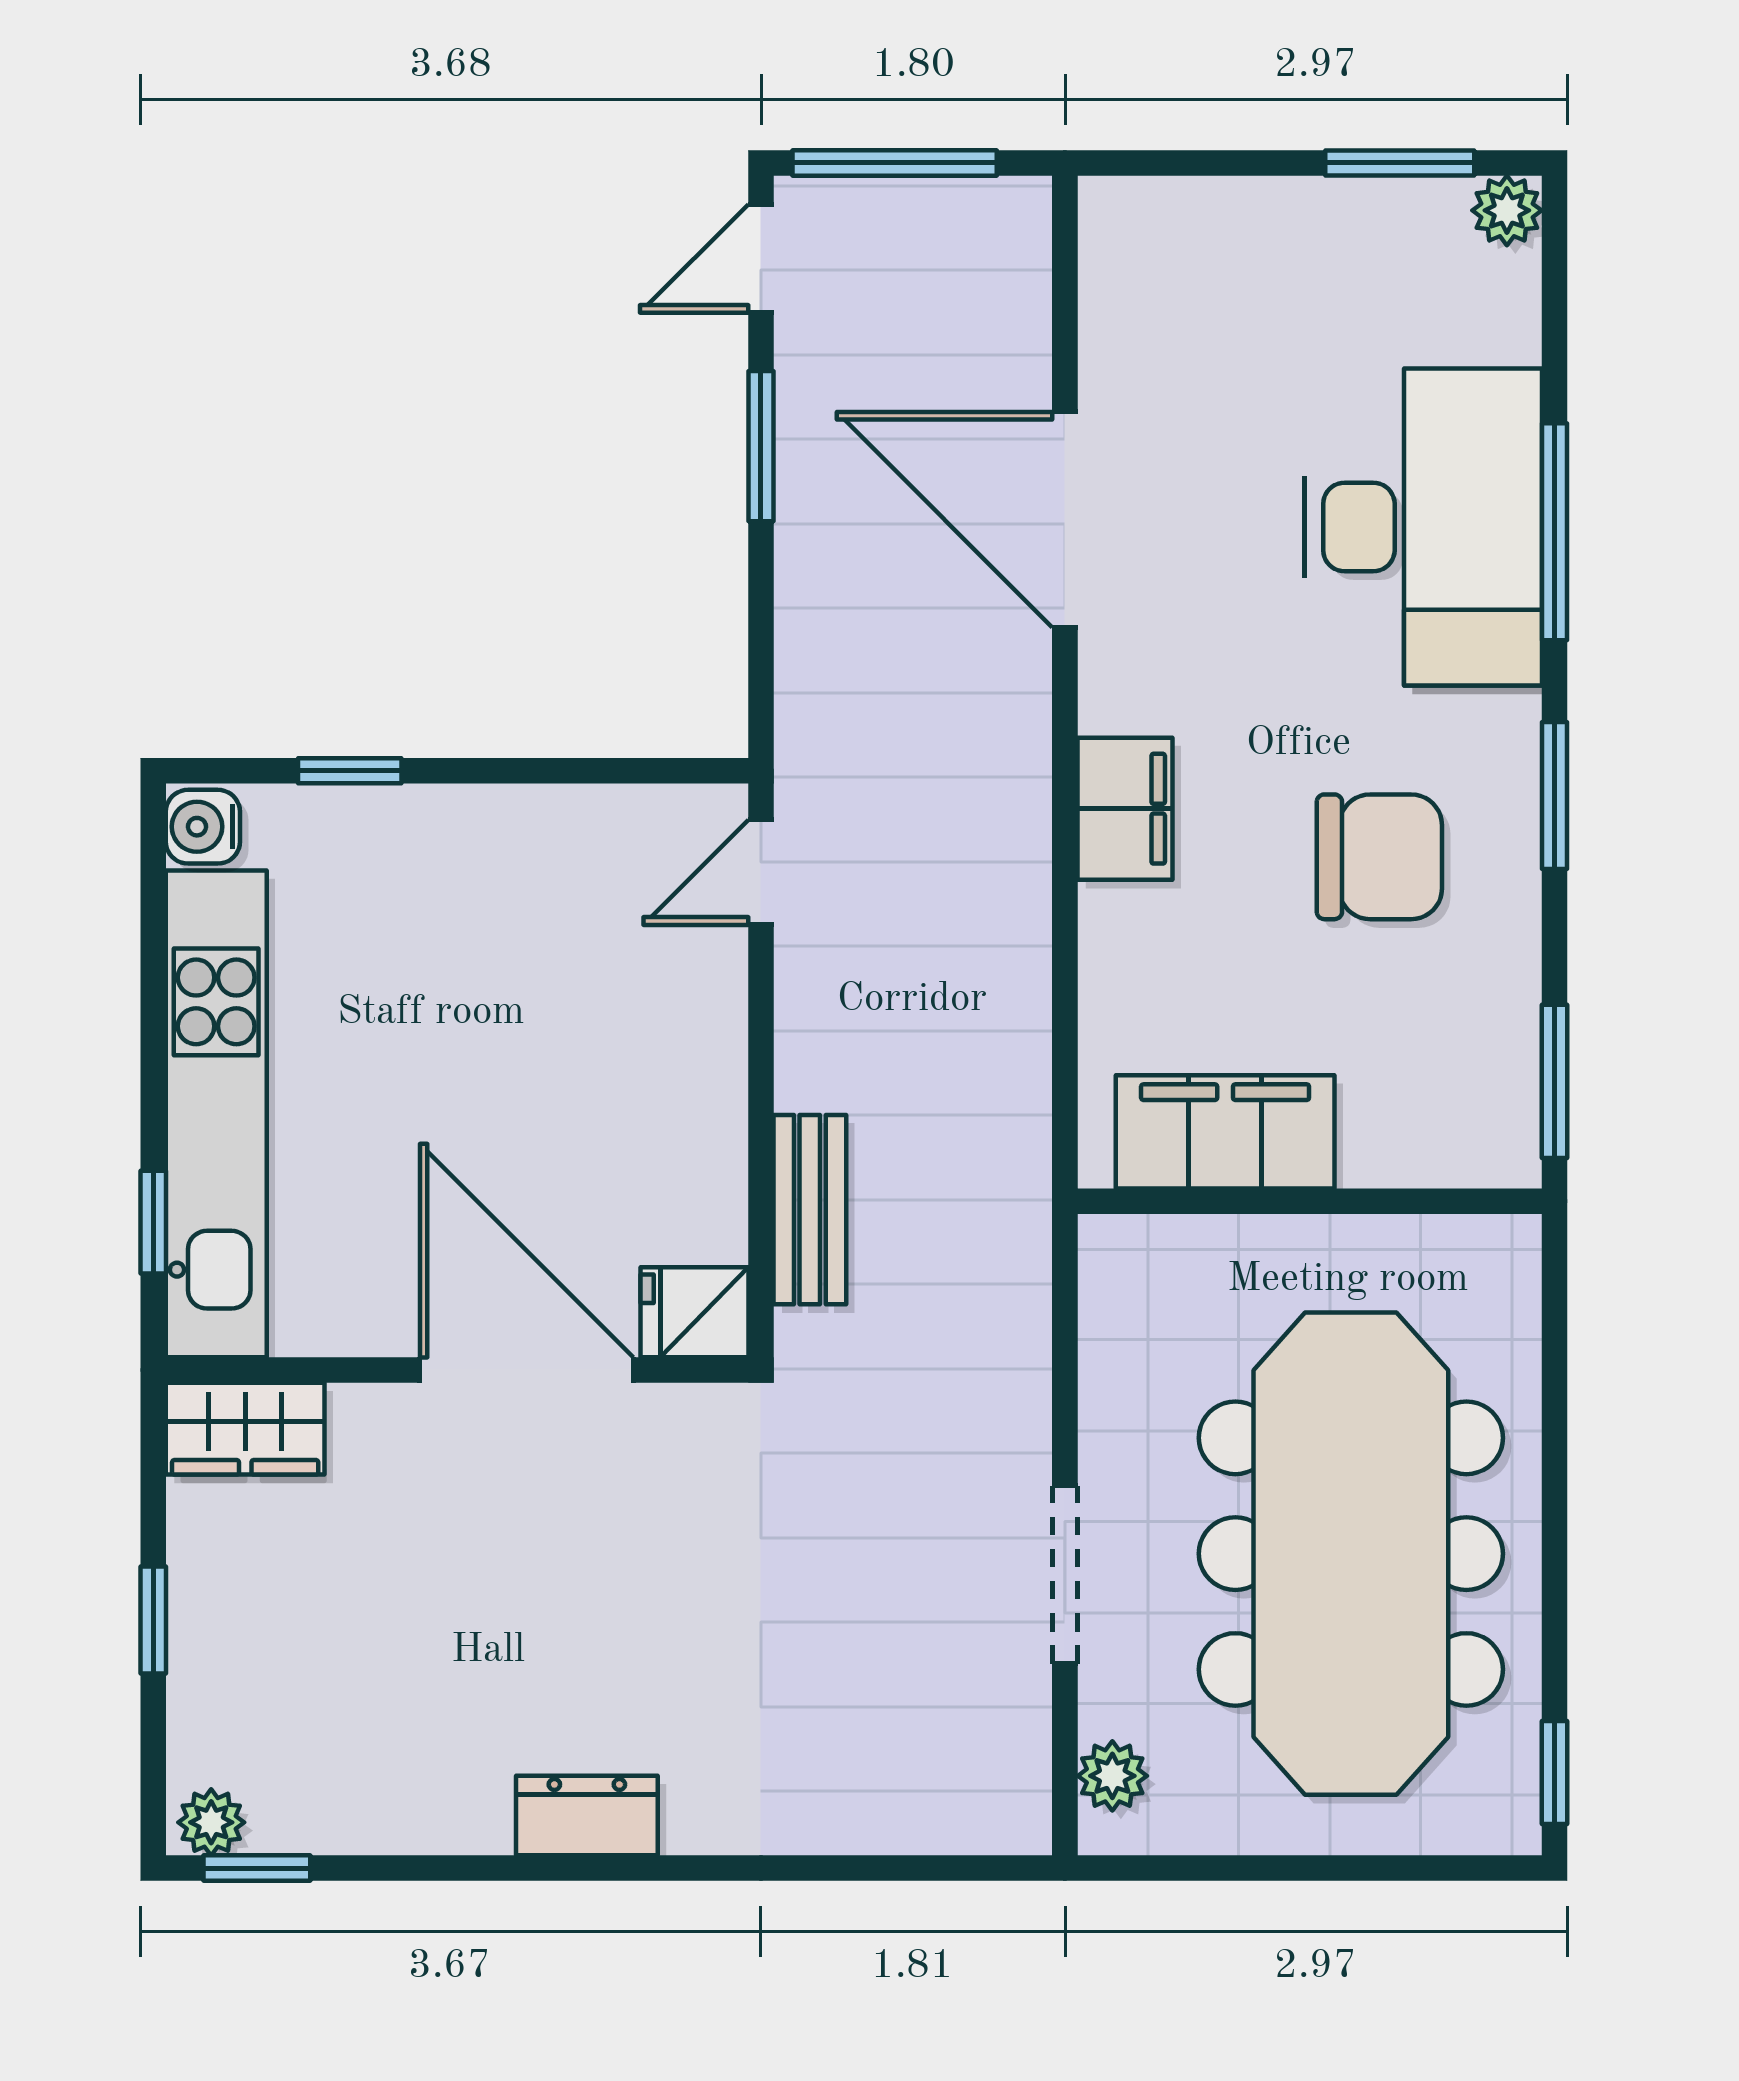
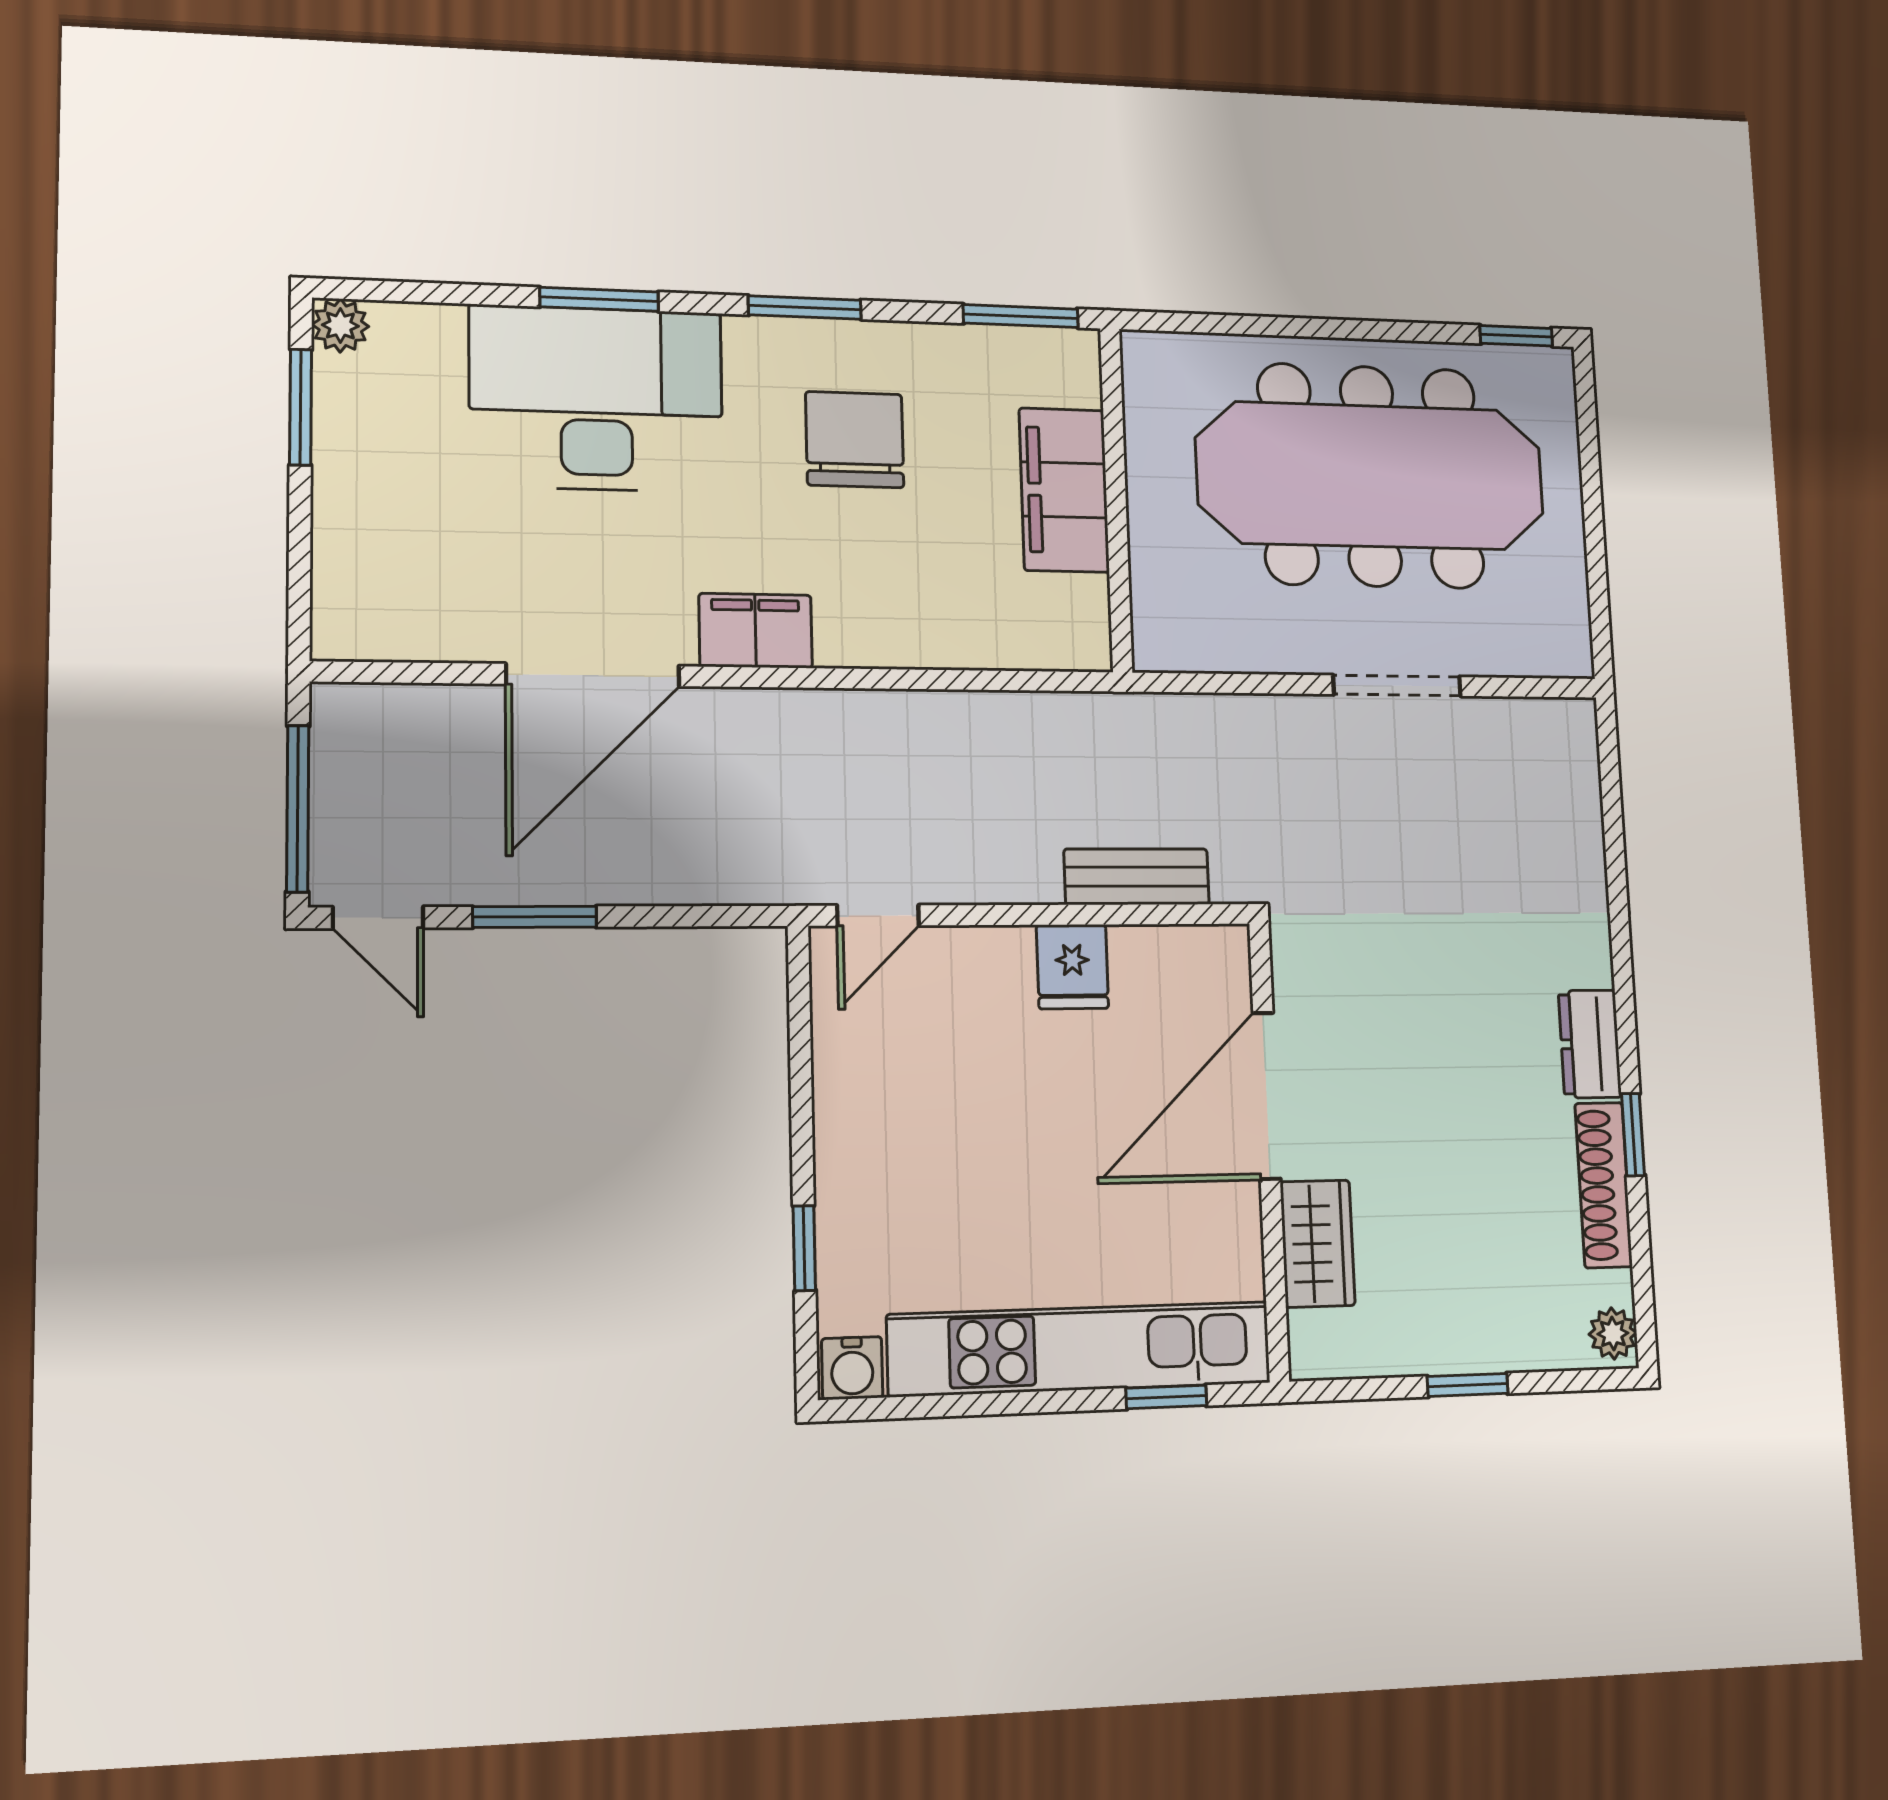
window: (1554, 532) -> (599, 299), width x0.69
filing cabinet: (1125, 809) -> (756, 631), moved
door: (761, 872) -> (878, 916), hinge flipped
filing cabinet: (1225, 1132) -> (1064, 490), moved
fridge: (695, 1312) -> (1072, 967), moved
wardrobe: (245, 1429) -> (1318, 1244), moved
plant: (1112, 1776) -> (1538, 653), removed
shoe rack: (403, 1822) -> (1604, 1185), added
window: (257, 1868) -> (1633, 1135), moved

